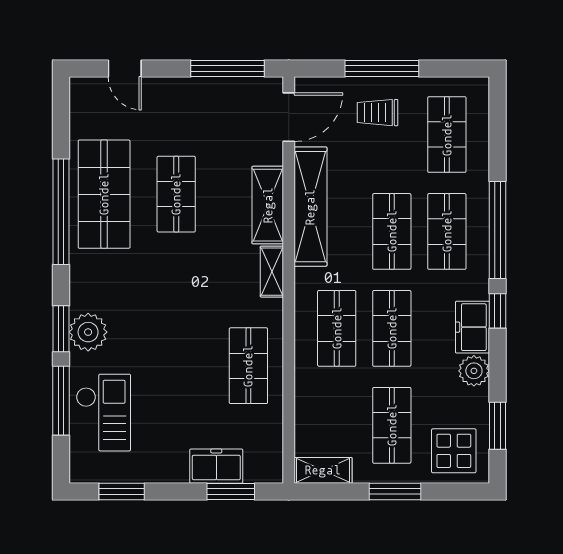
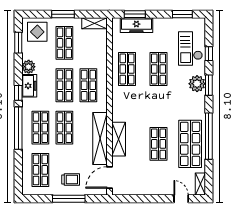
window: (227, 68) -> (136, 199), removed
shelving: (272, 272) -> (200, 184), moved
shop shelf: (176, 366) -> (159, 69), added
window: (61, 401) -> (209, 54), width x0.46
freezer: (216, 466) -> (136, 25), width x1.40

